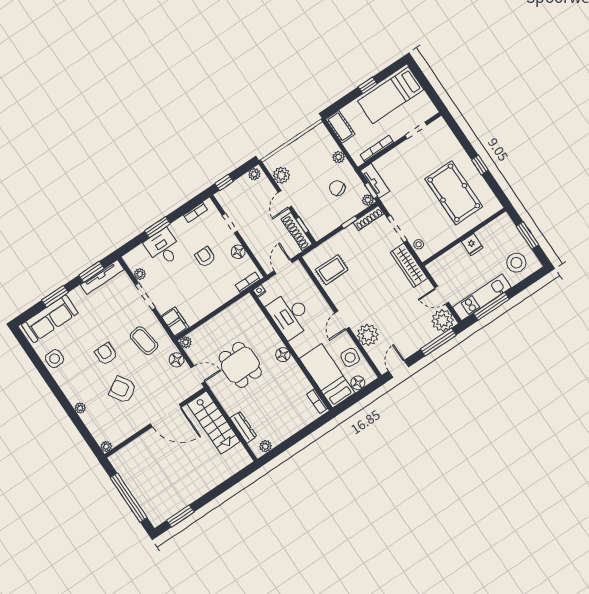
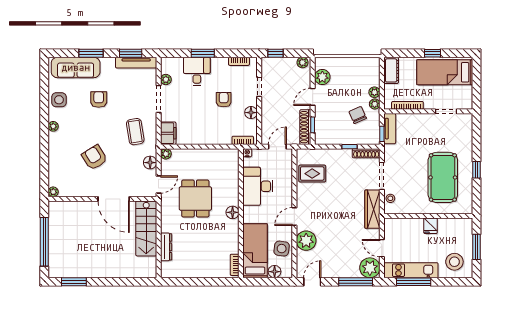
plant: (368, 200) -> (375, 104), moved
armchair: (106, 354) -> (99, 99), moved
door: (198, 375) -> (159, 184), hinge flipped
plant: (80, 408) -> (53, 126), moved
plant: (265, 446) -> (173, 272), removed

